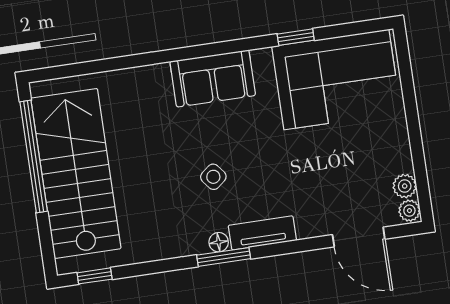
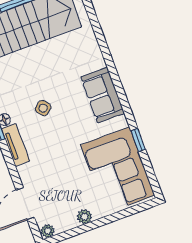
plant: (405, 186) -> (84, 217), moved

